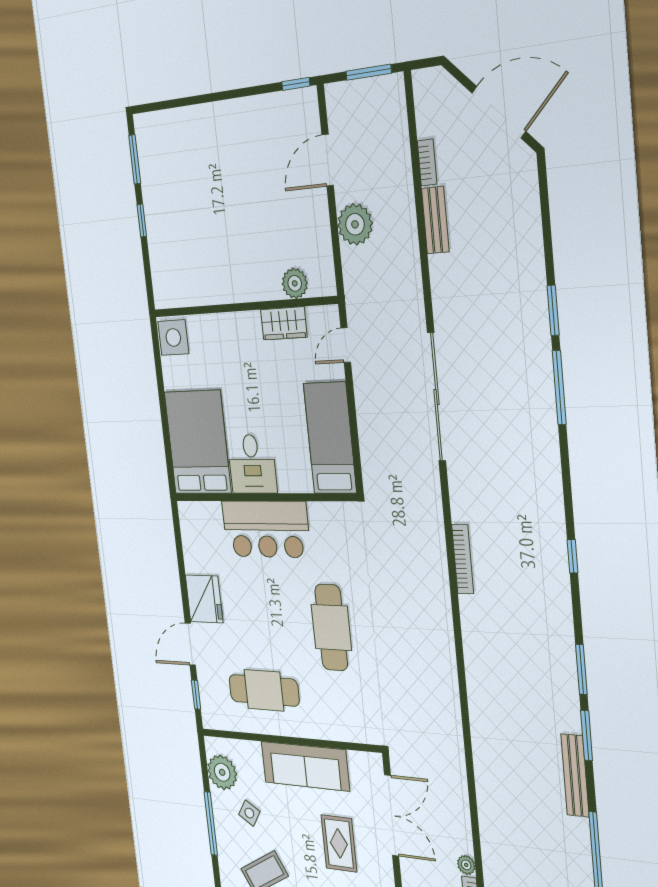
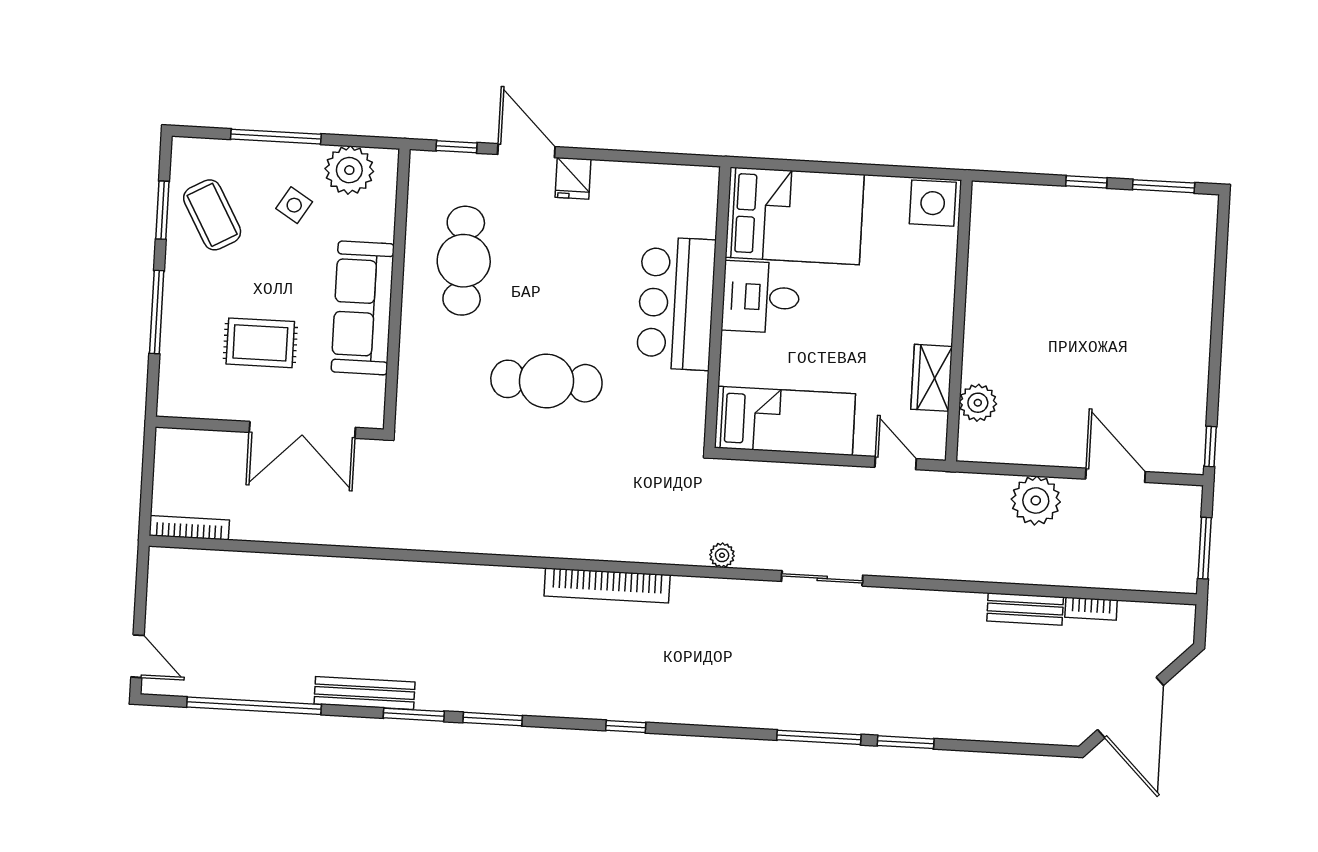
sliding door: (437, 397) -> (822, 578), width x0.54
bookcase: (463, 559) -> (607, 585), width x1.48, depth x1.31
fridge: (204, 599) -> (573, 178), width x0.53, depth x0.75
plant: (466, 865) -> (722, 555), moved

